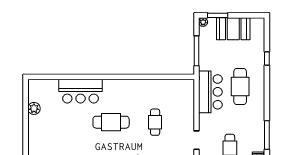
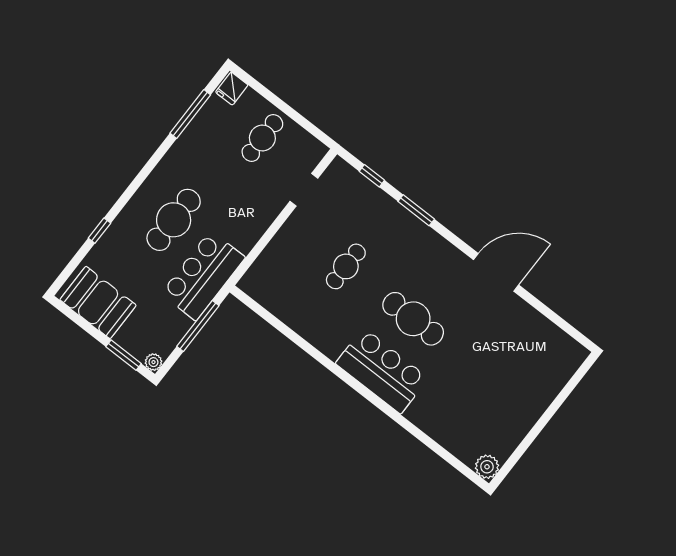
booth: (233, 29) -> (98, 302), moved
bar counter: (81, 91) -> (382, 371), moved
bar counter: (210, 92) -> (203, 276), moved
plant: (34, 108) -> (487, 467), moved

